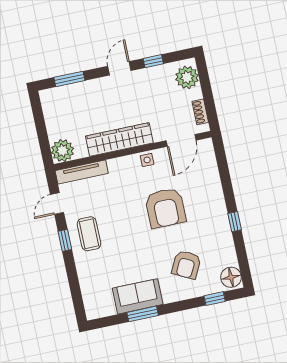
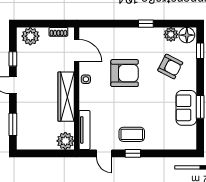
plant: (228, 257) -> (171, 34), added

